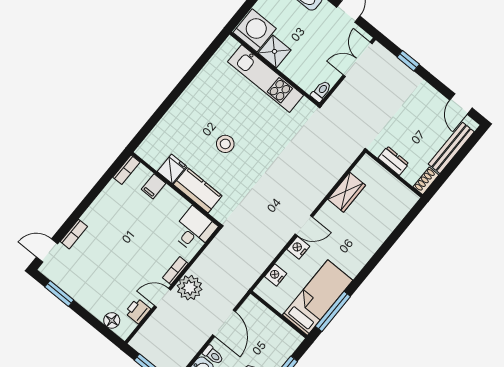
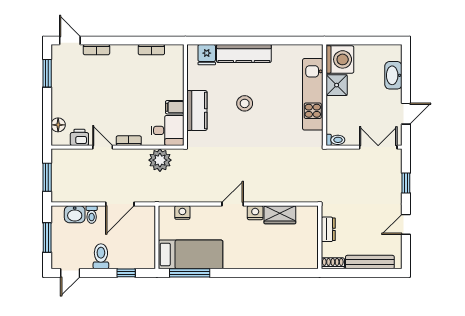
door: (461, 104) -> (406, 224), moved
kitchen counter: (182, 109) -> (244, 54), added
fridge: (172, 169) -> (207, 55), moved, turned 90
bookcase: (126, 170) -> (151, 50), moved
filing cabinet: (154, 186) -> (175, 107), moved
door: (304, 225) -> (233, 204), swing flipped
nightstand: (298, 248) -> (255, 213), moved
plant: (190, 288) -> (160, 160), moved

